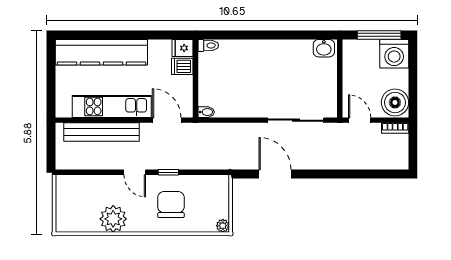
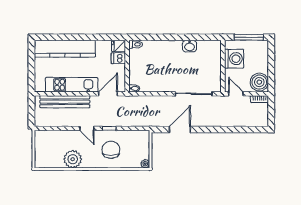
washbasin: (324, 48) -> (190, 46), moved
washing machine: (394, 54) -> (234, 59), moved, turned -90
door: (167, 120) -> (108, 94), hinge flipped
door: (275, 174) -> (180, 130), hinge flipped

